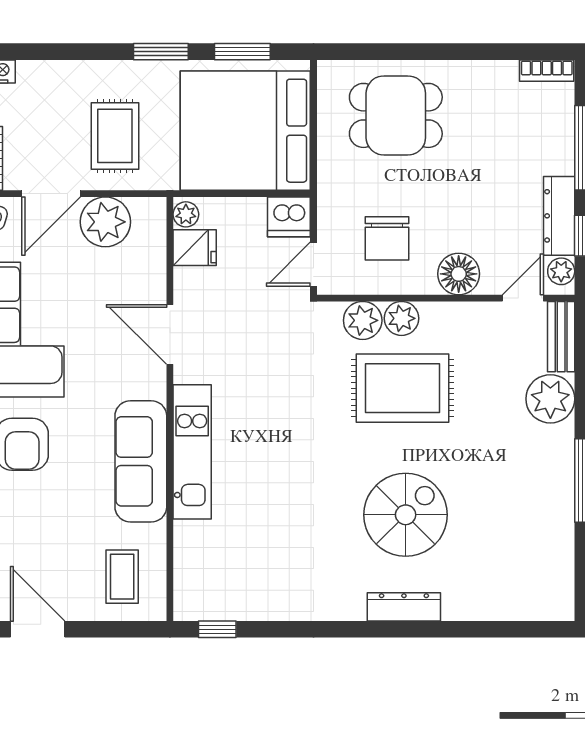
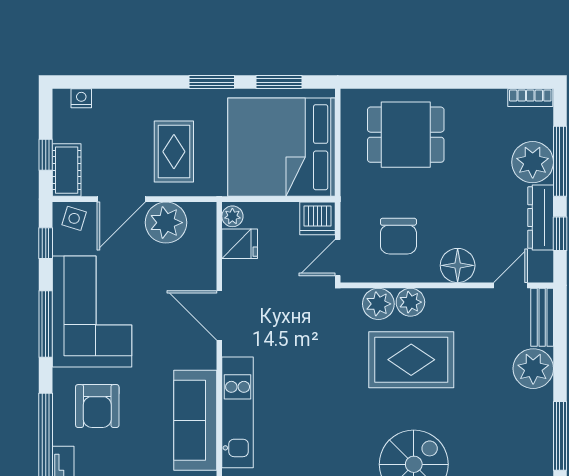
plant: (561, 271) -> (533, 162), moved, width x1.87, depth x1.87

